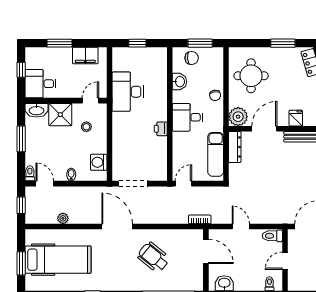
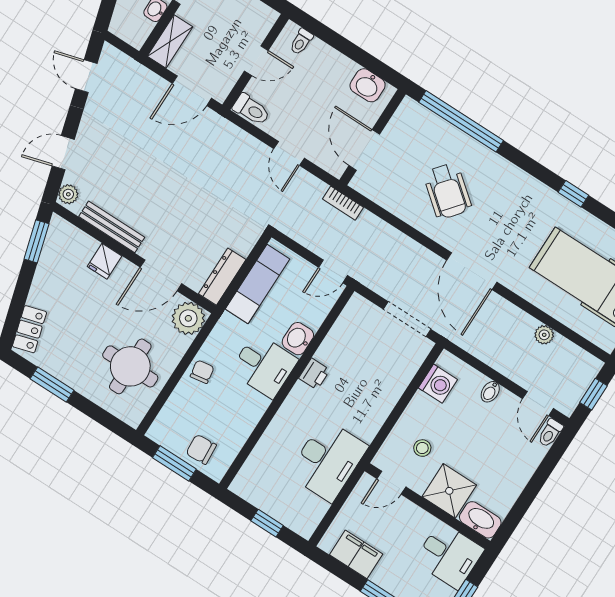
washbasin: (180, 82) -> (298, 339), moved
window: (21, 139) -> (530, 492), removed

